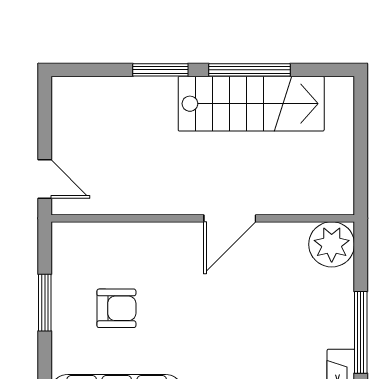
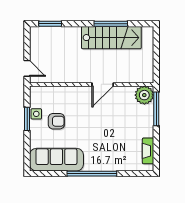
window: (160, 70) -> (50, 24), moved
side table: (67, 290) -> (36, 114), added
window: (361, 332) -> (156, 109), moved

